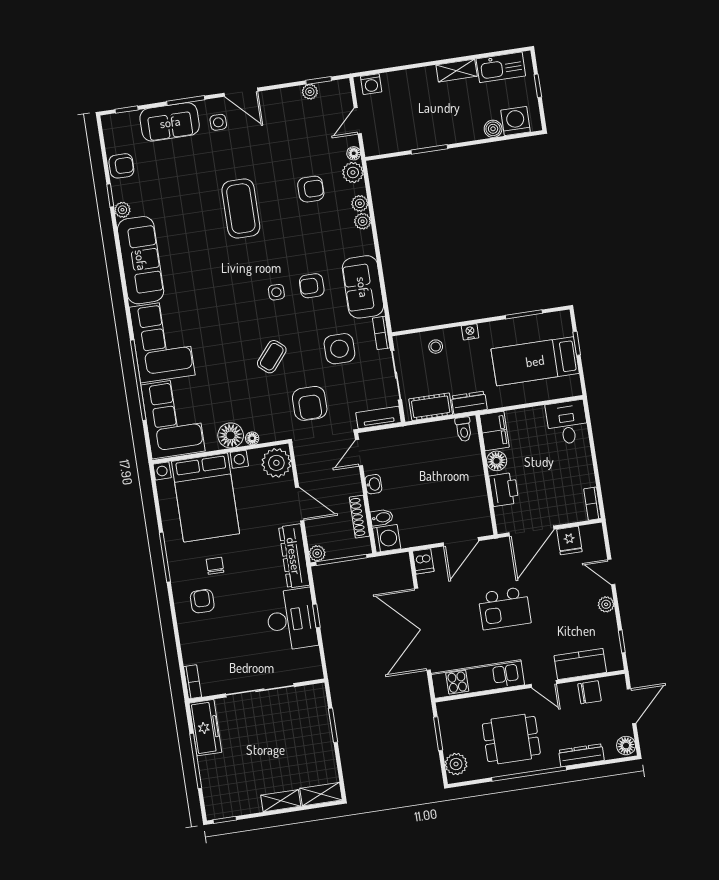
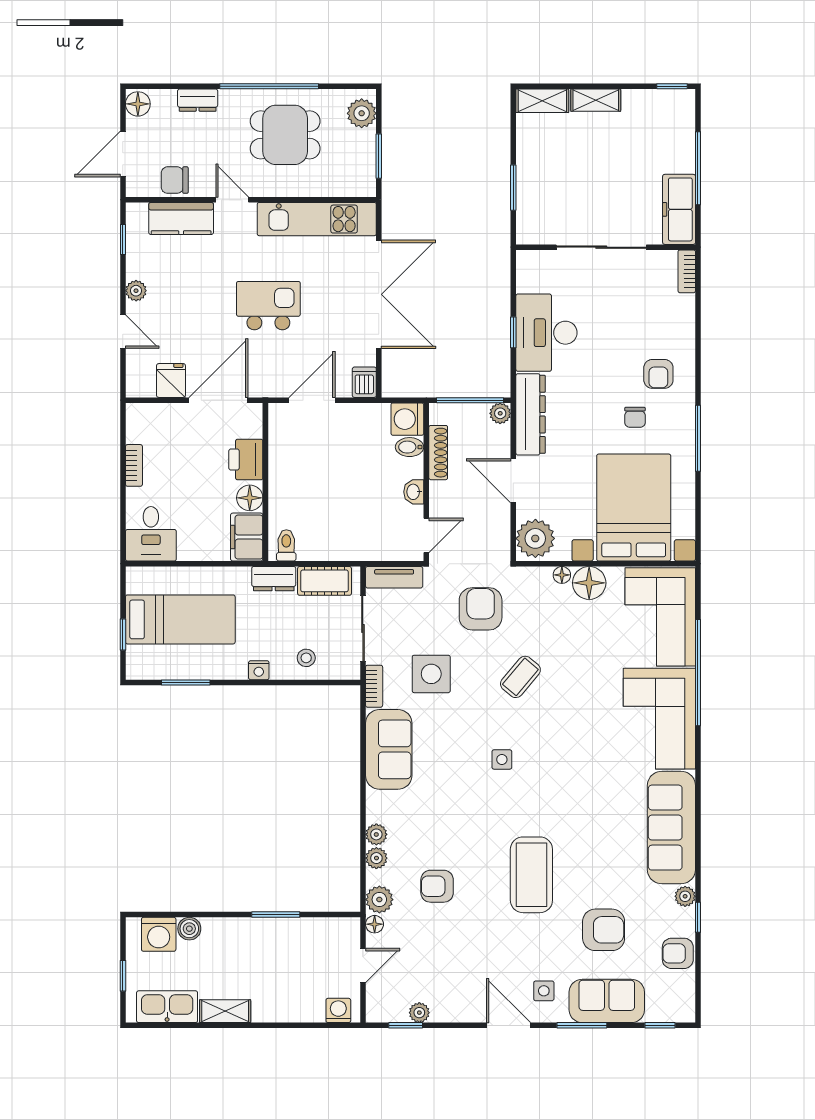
armchair: (312, 286) -> (604, 930), moved, width x1.38, depth x1.38
bookcase: (592, 504) -> (134, 465), moved
dresser: (581, 755) -> (198, 100), width x0.70

